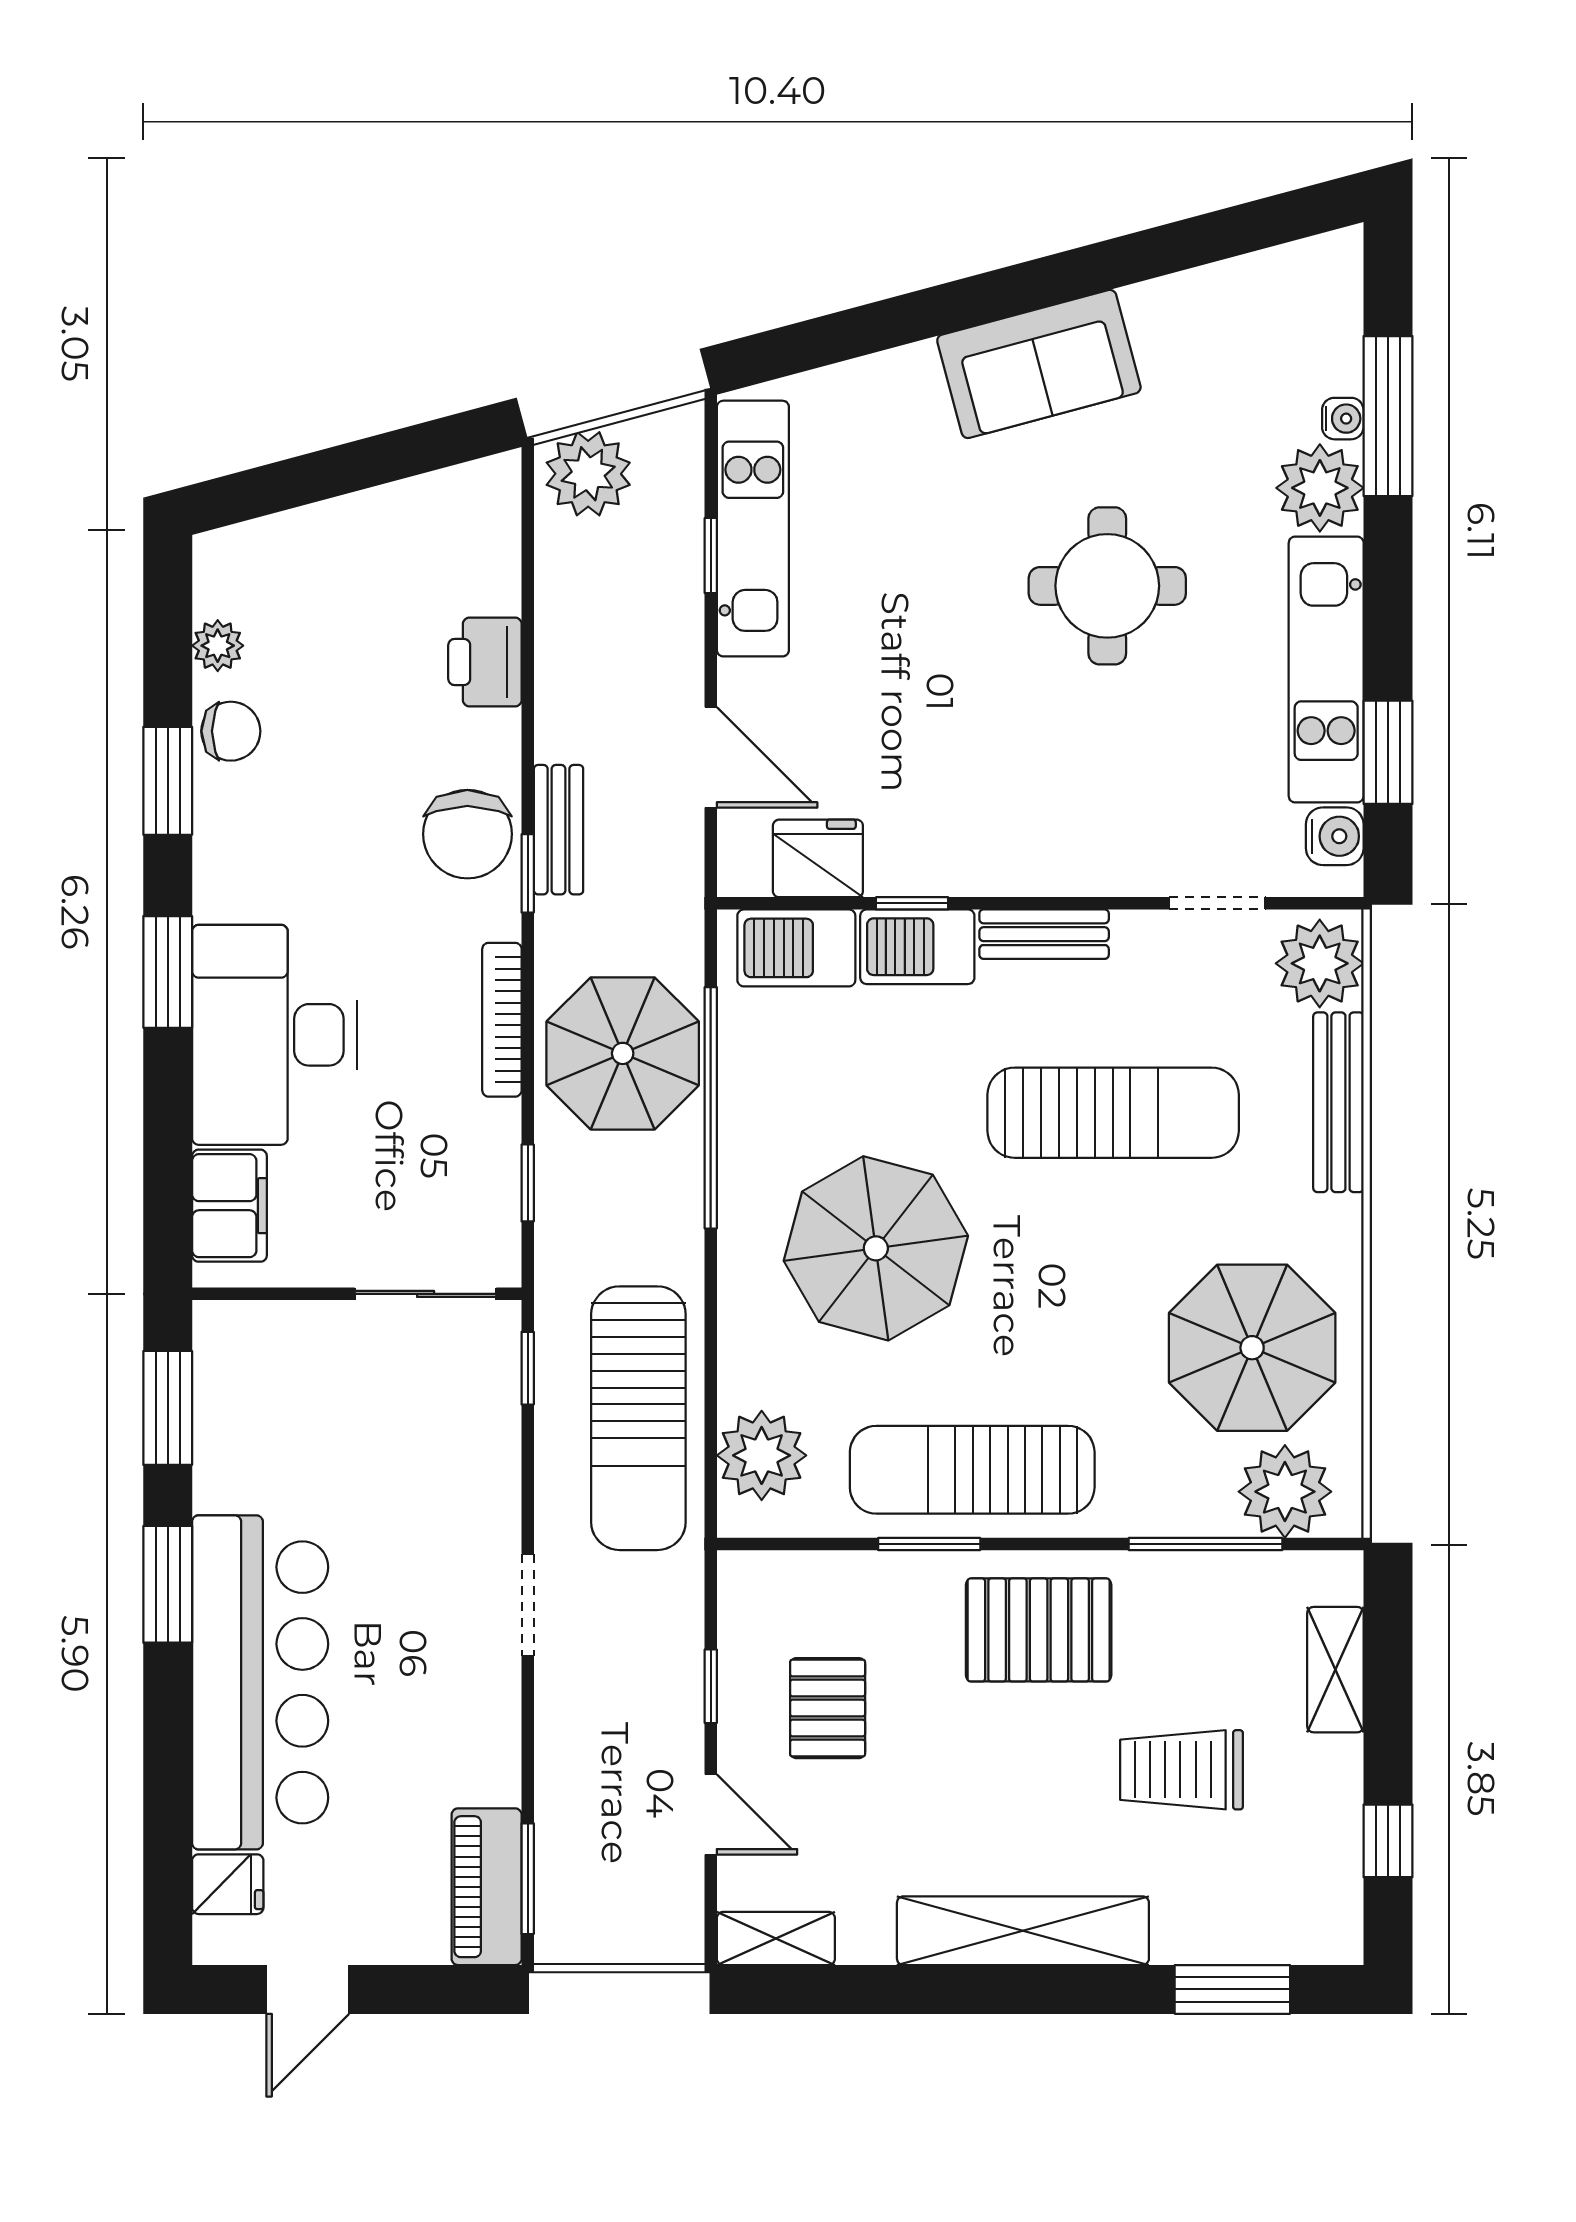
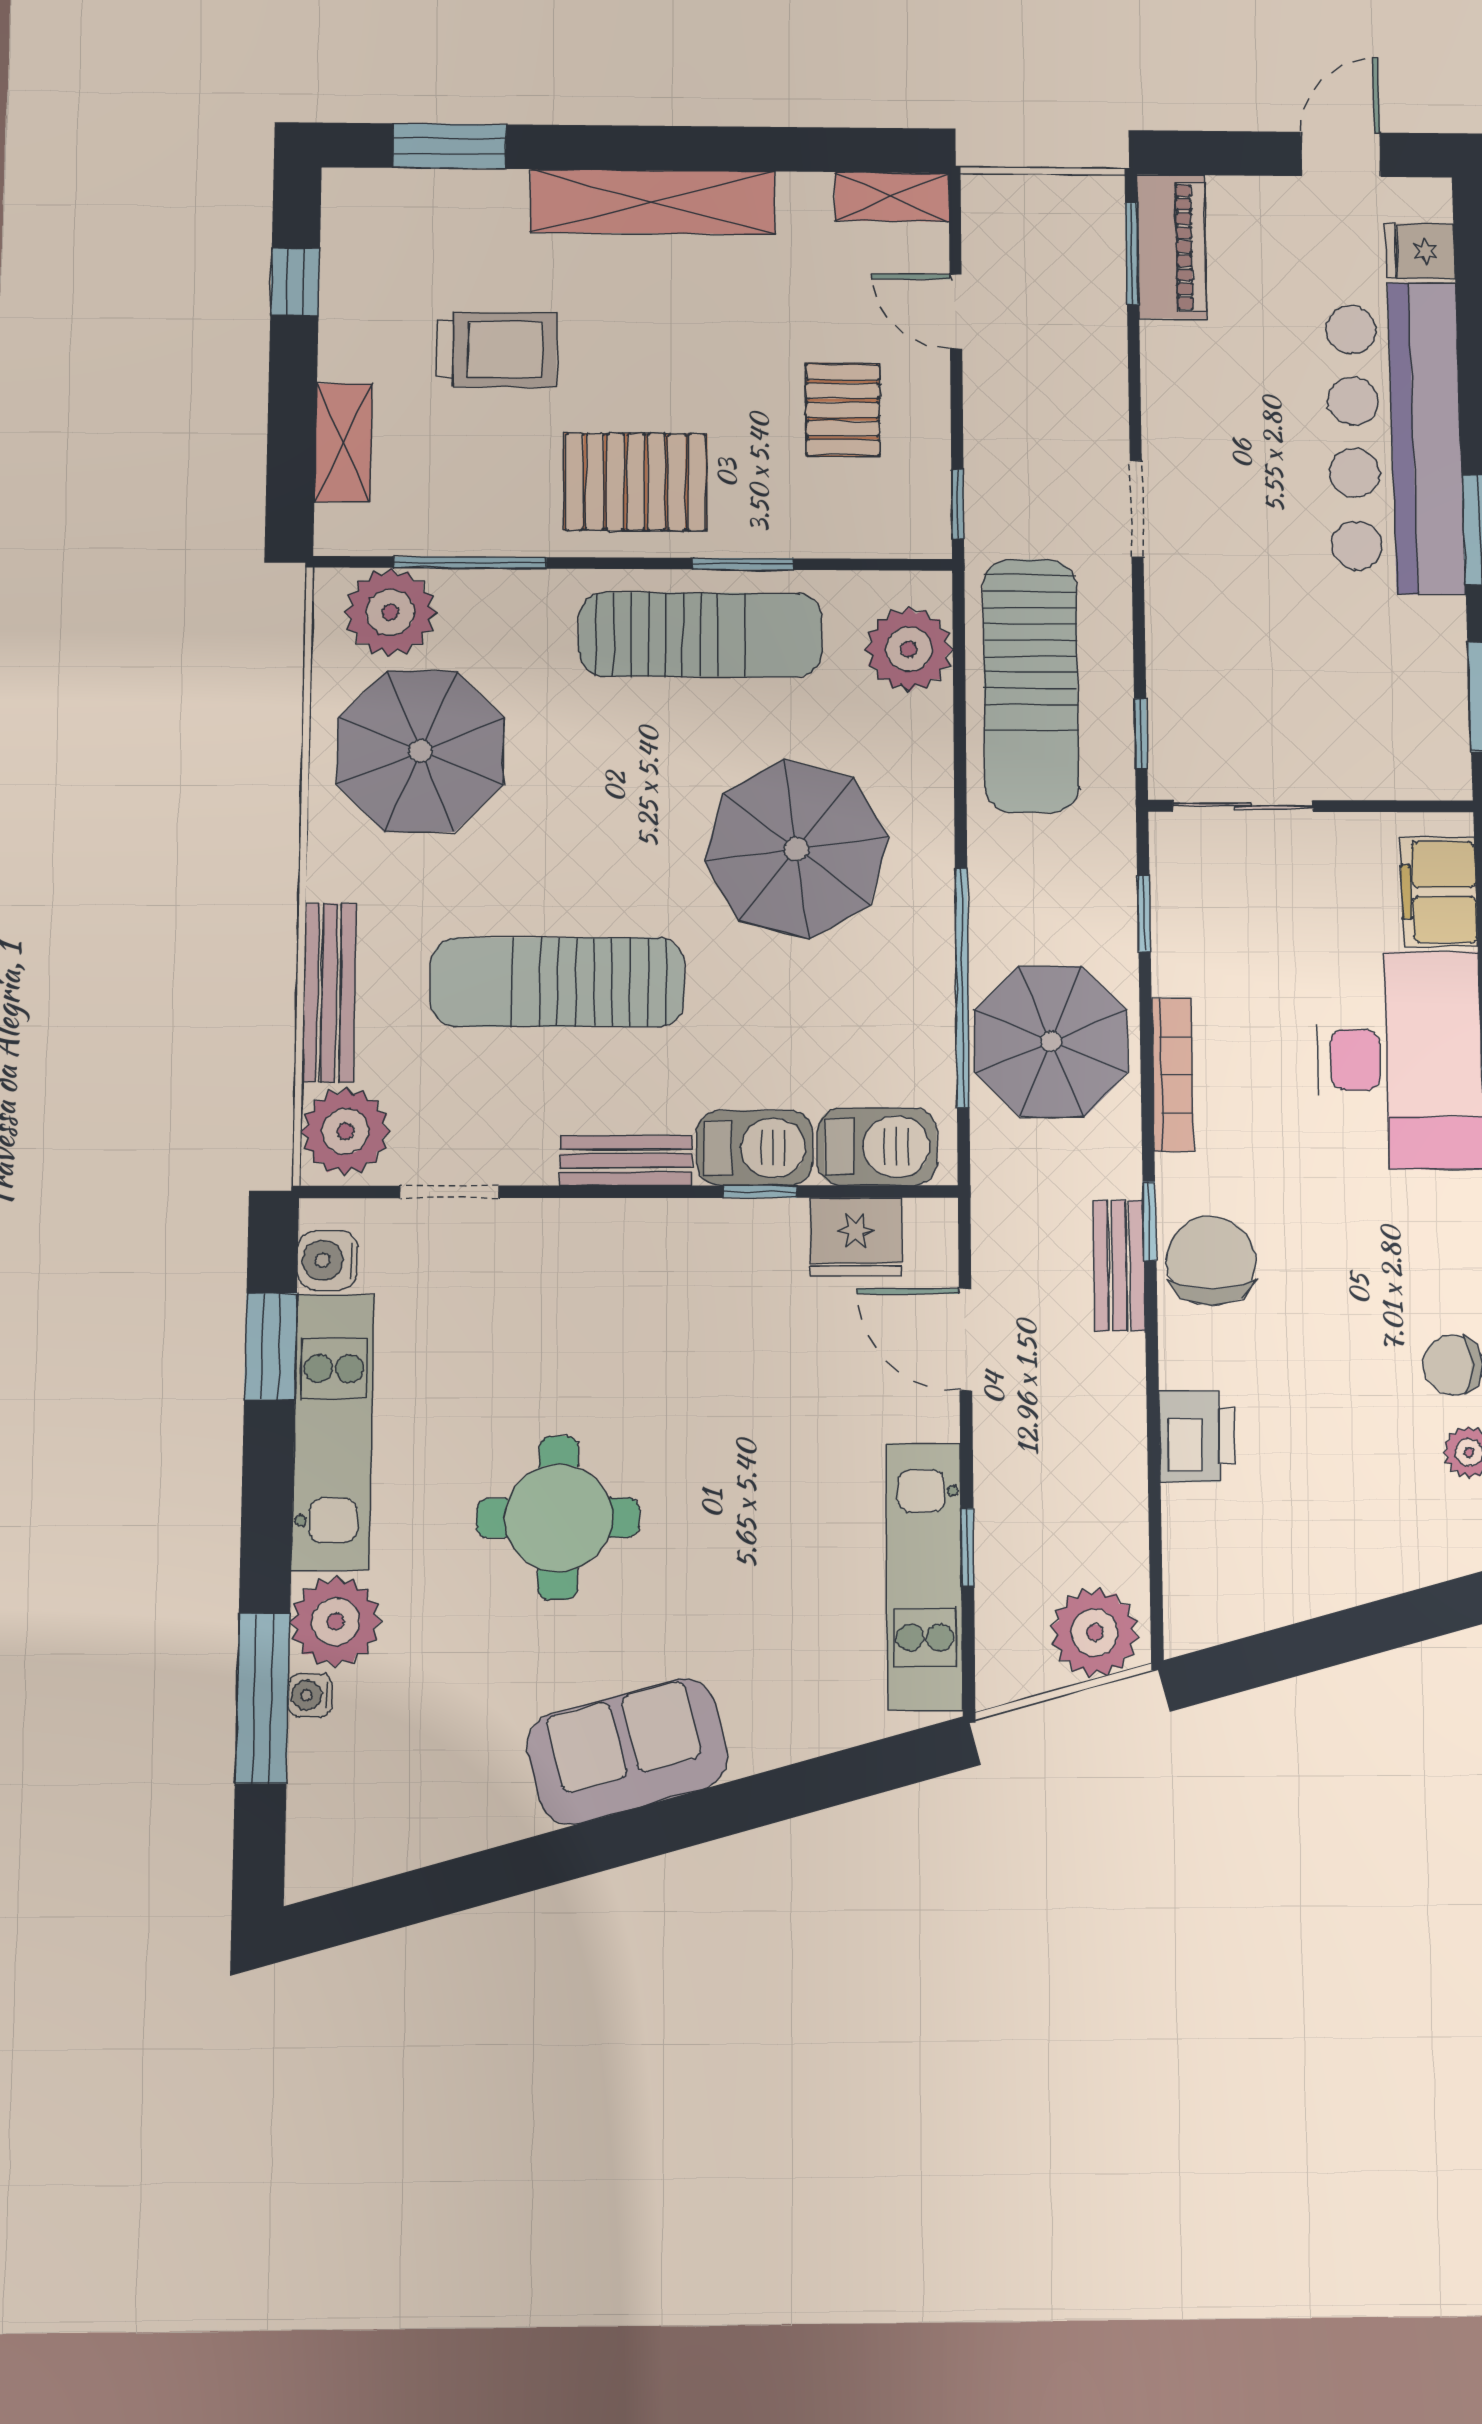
sun lounger: (638, 1418) -> (1031, 685), turned 180
window: (711, 1686) -> (958, 504), moved

